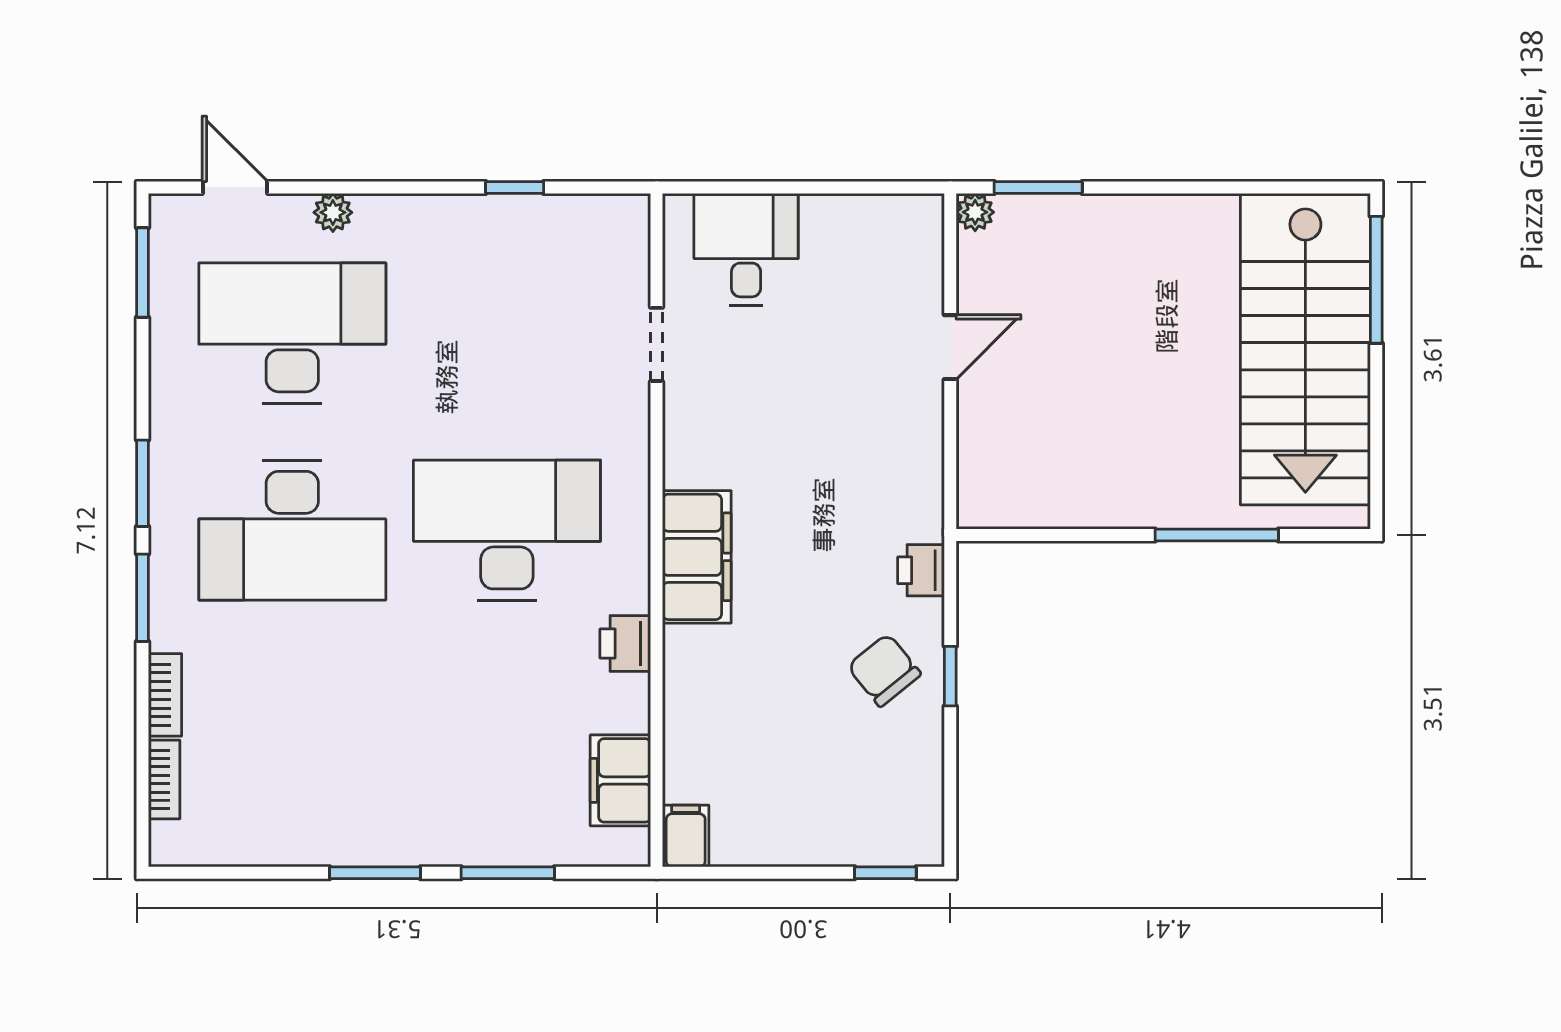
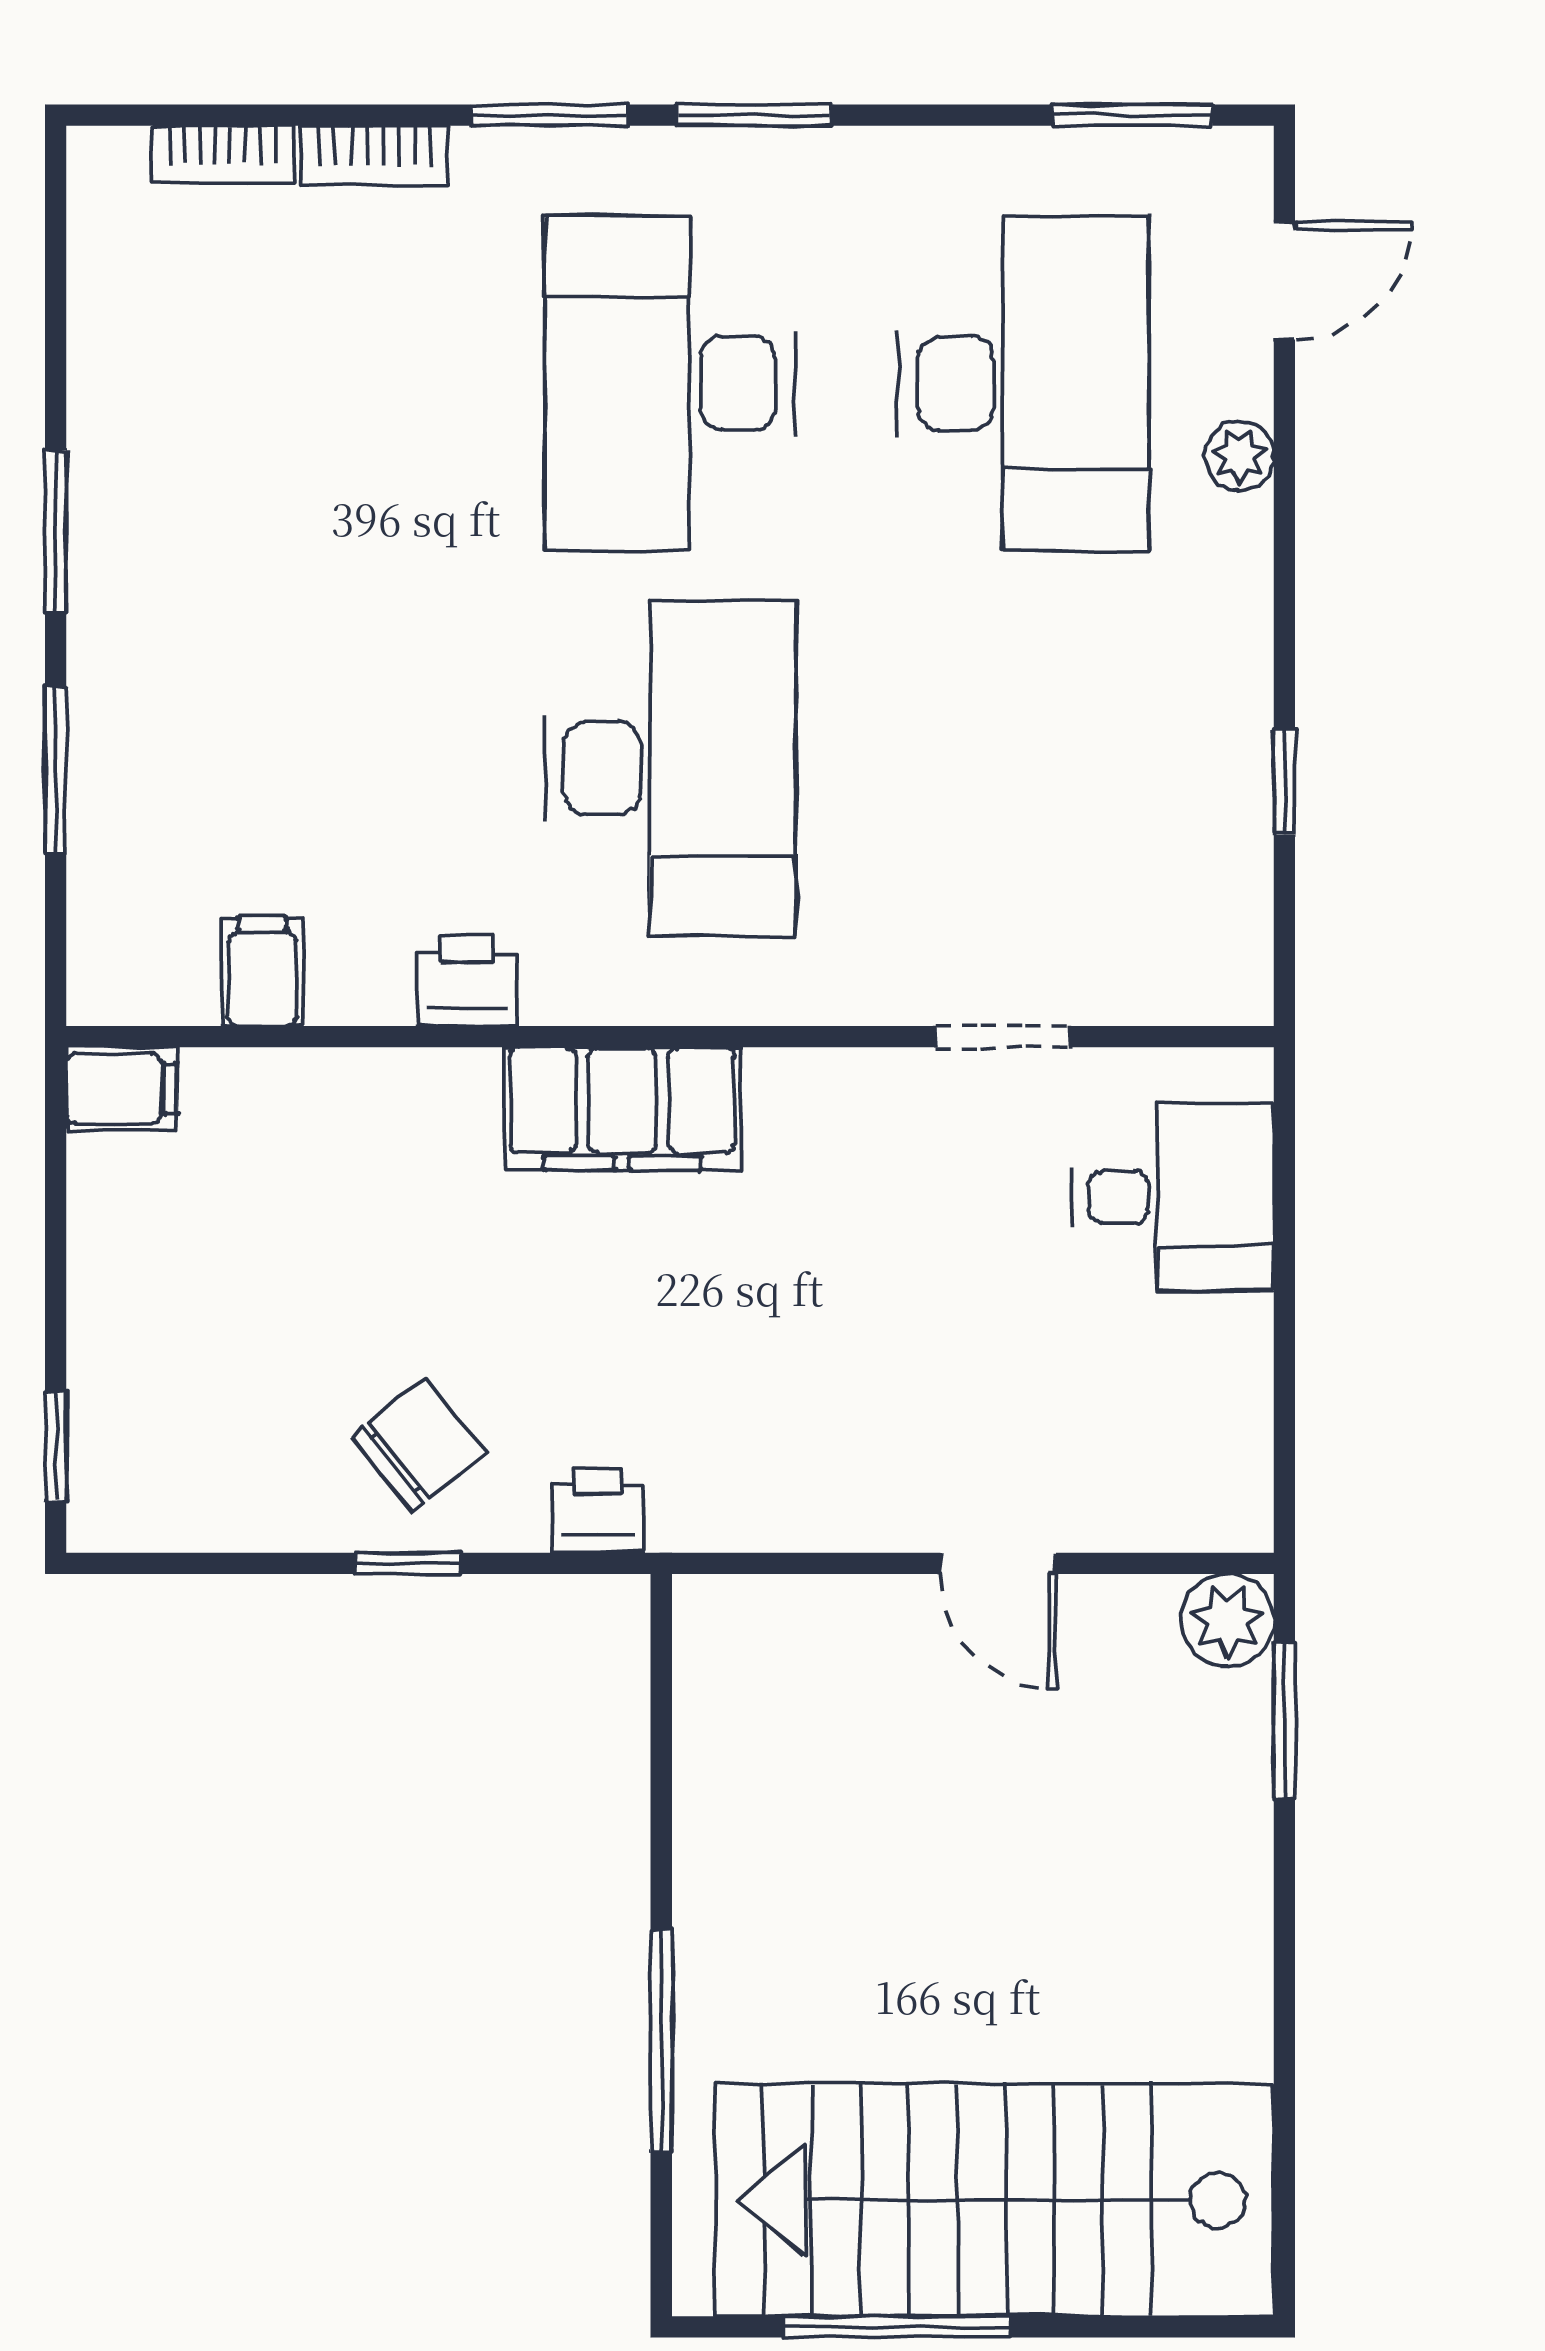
plant: (975, 212) -> (1228, 1620), width x1.38, depth x1.38
window: (1376, 280) -> (897, 2327), moved
filing cabinet: (620, 780) -> (262, 972), width x0.50

